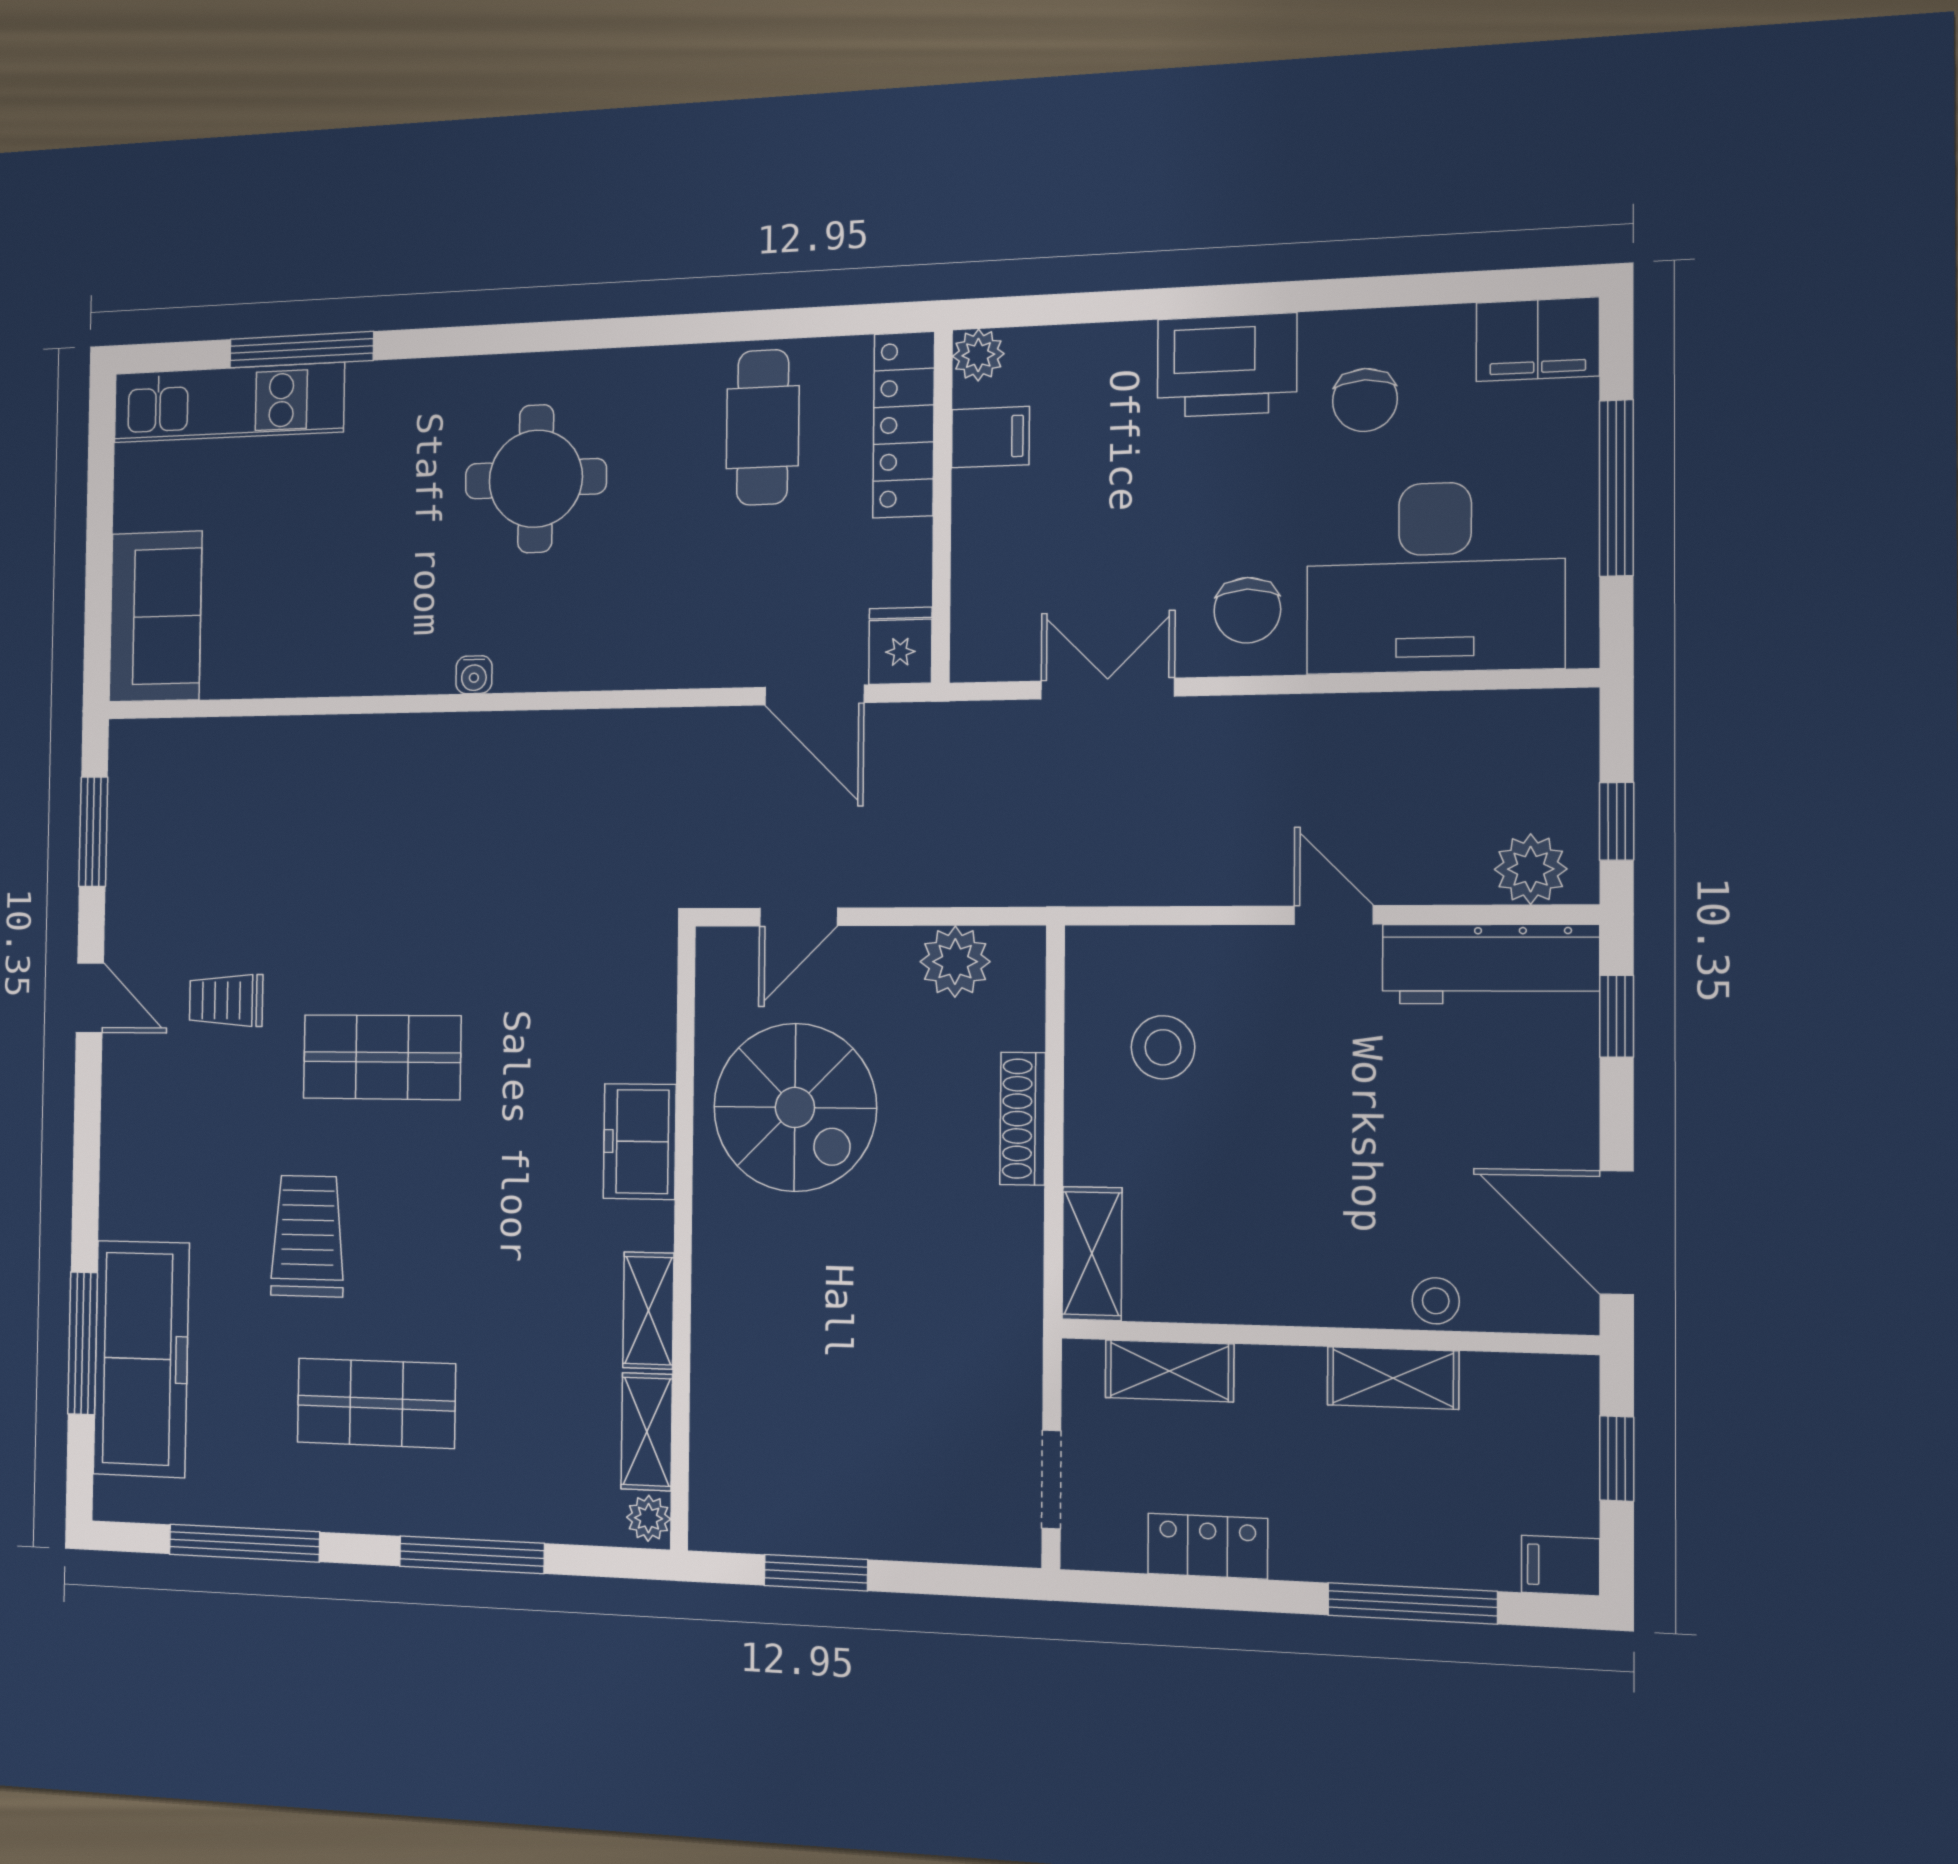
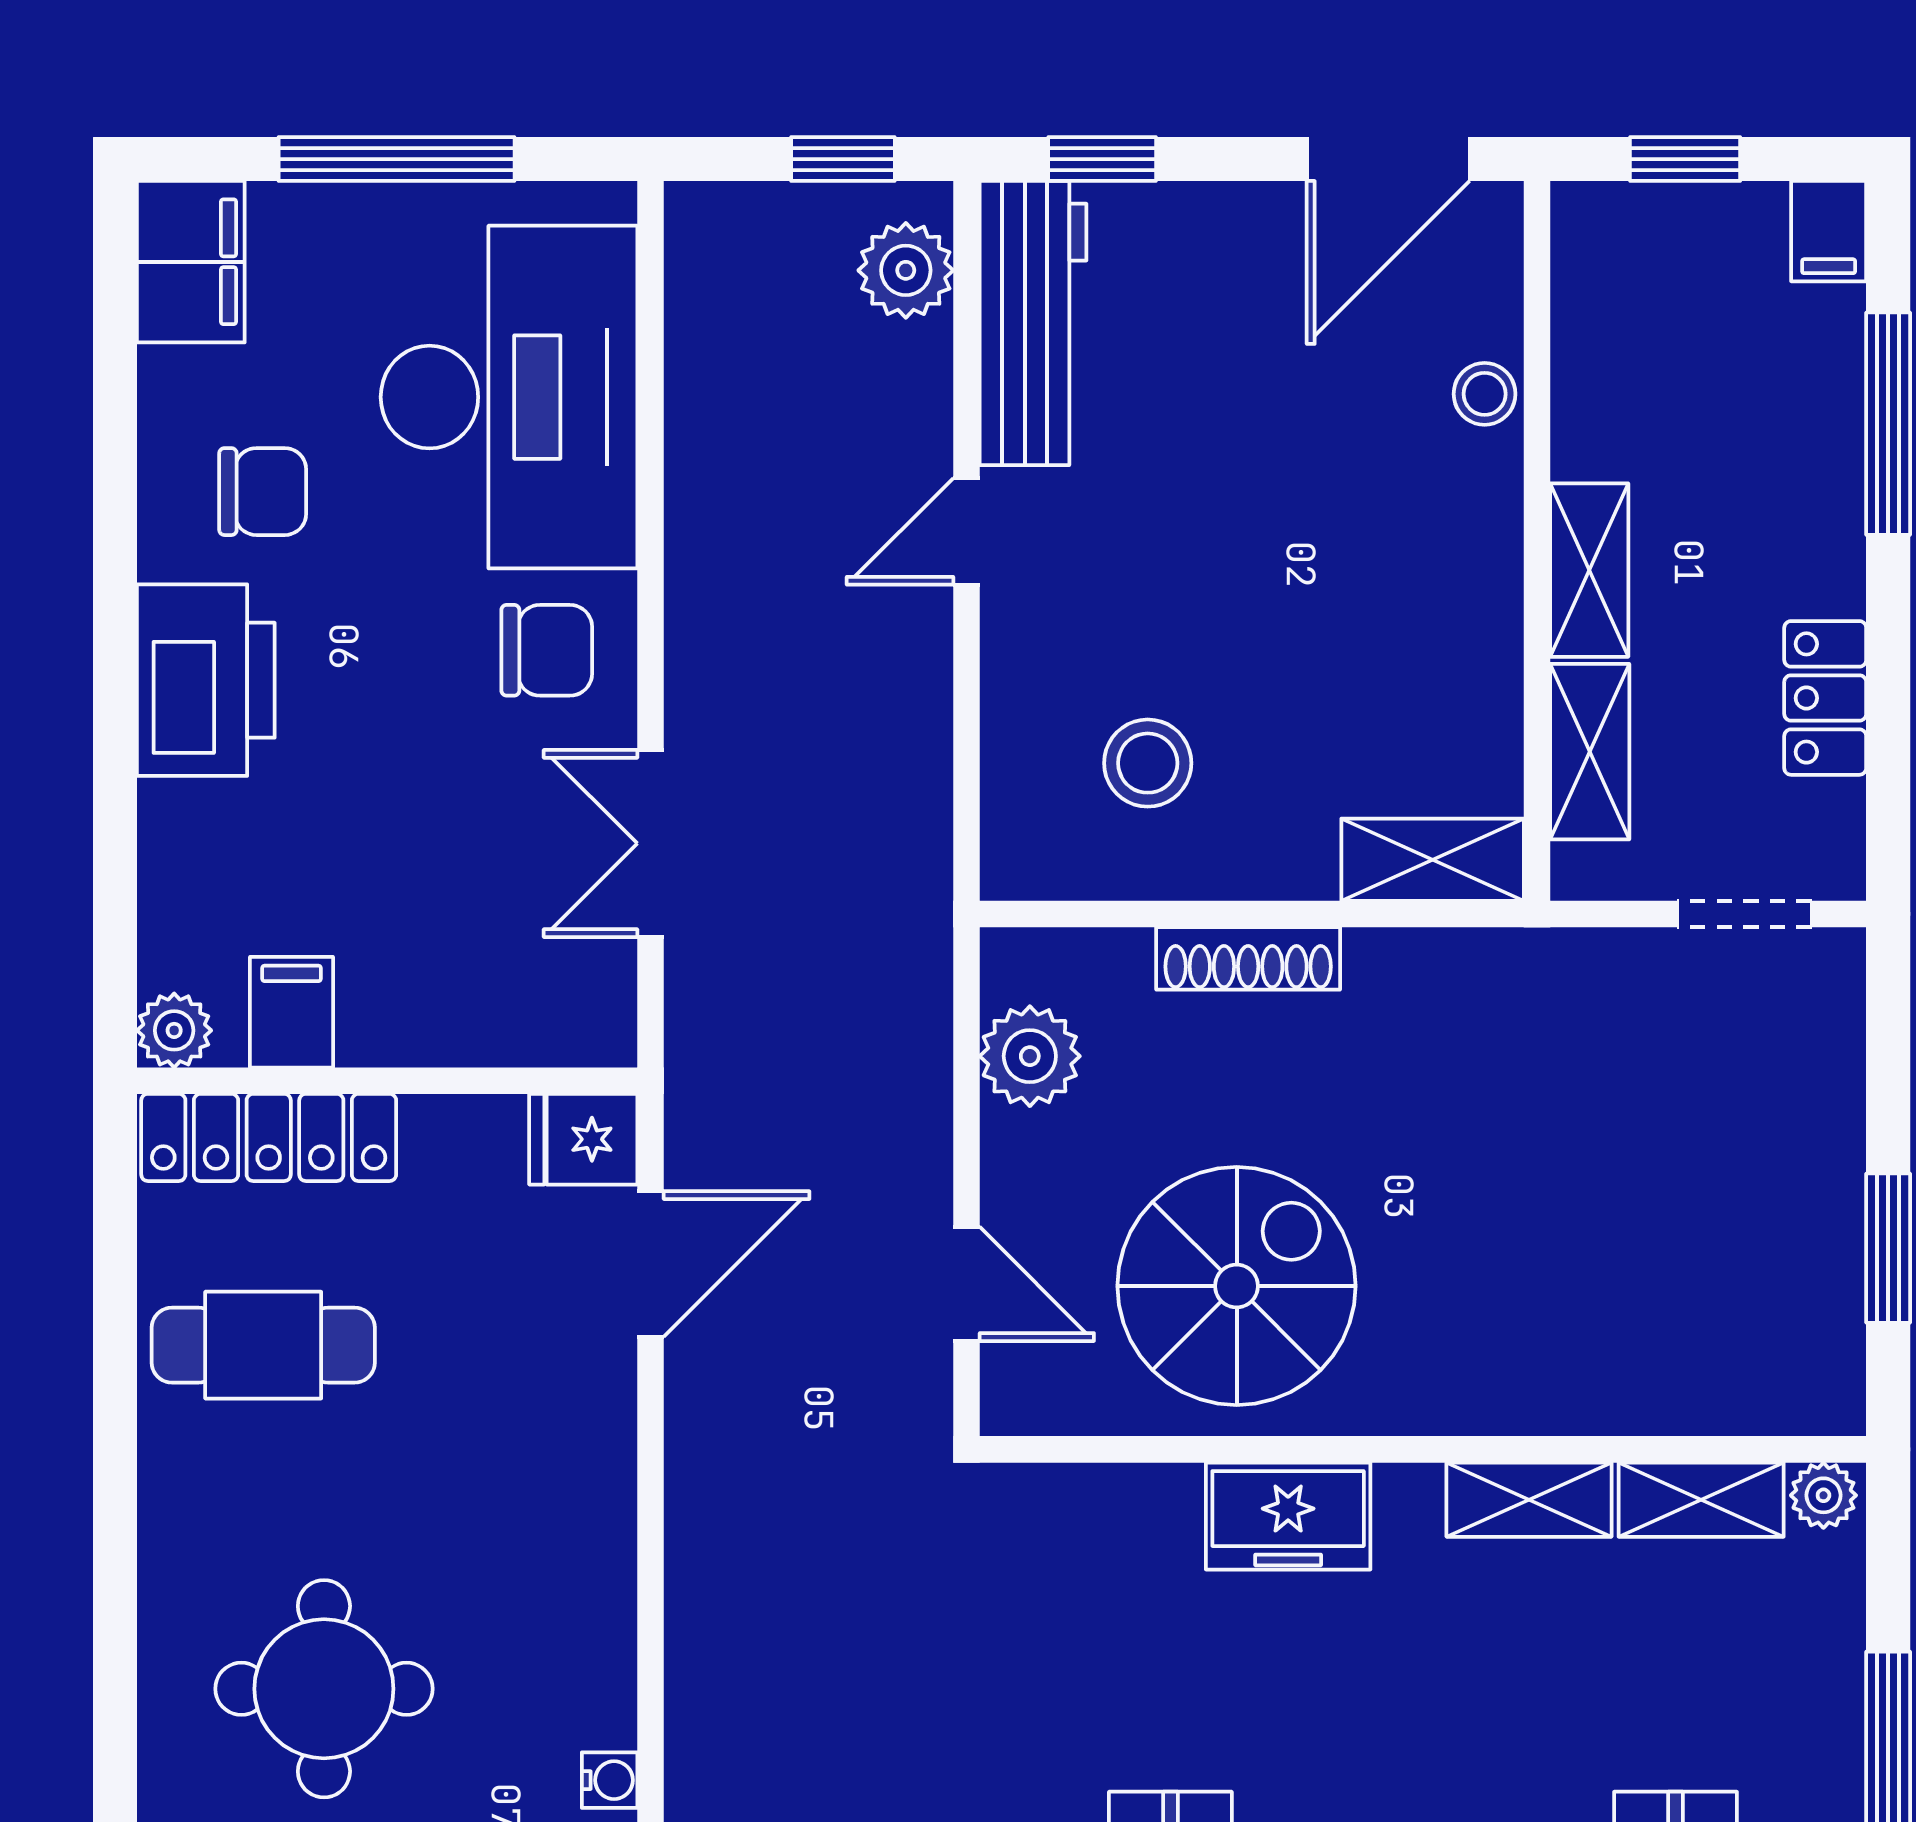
shelving: (1393, 1378) -> (1589, 570), moved

